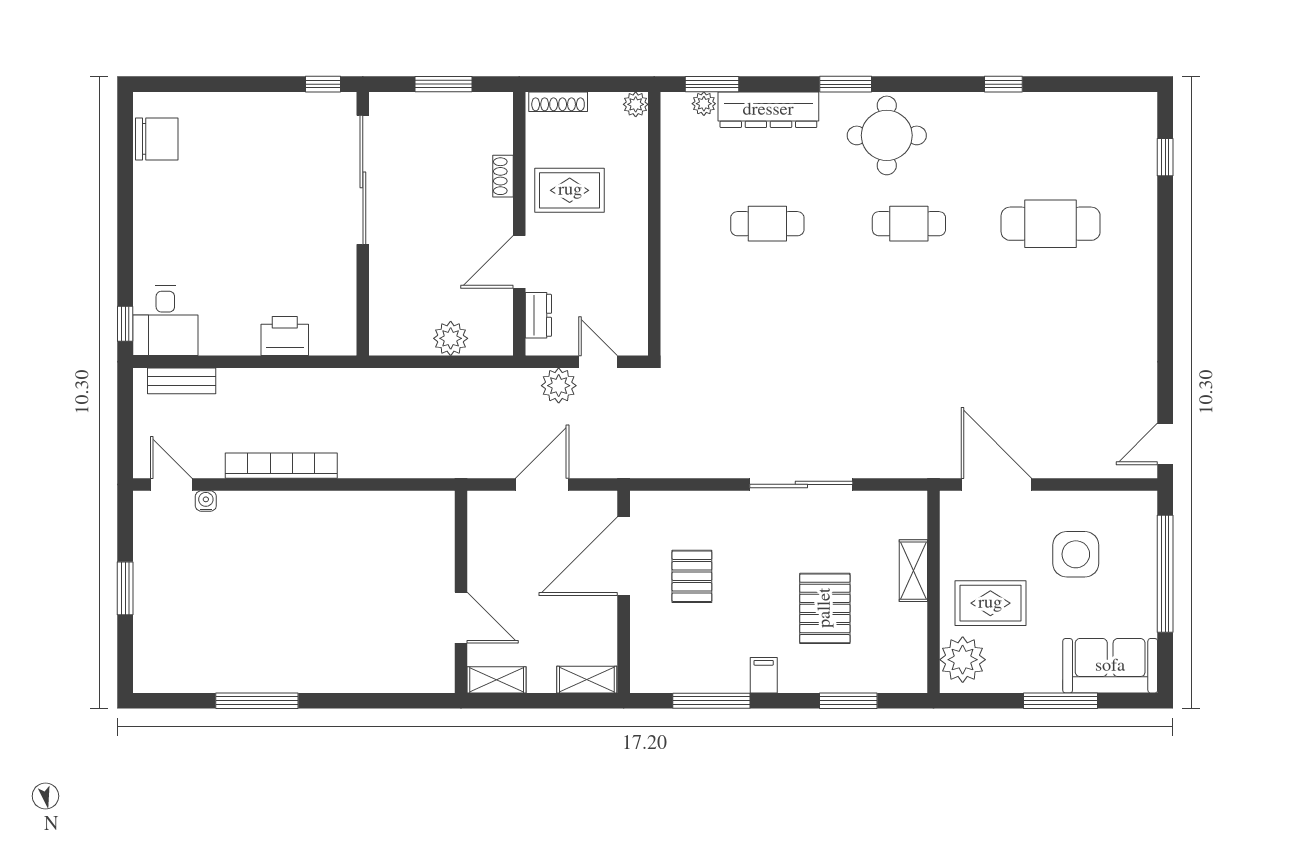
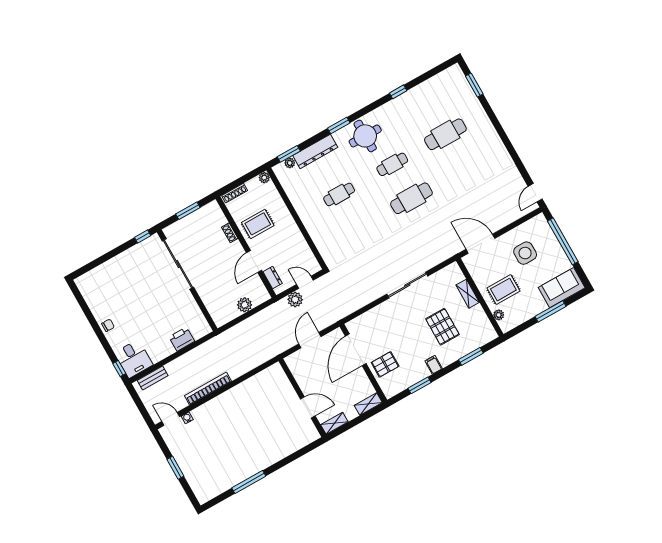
chair: (157, 139) -> (108, 325), moved, width x0.54, depth x0.54
window: (1165, 157) -> (474, 85), width x1.50
cafe table: (909, 314) -> (411, 198), added
pallet: (692, 576) -> (385, 364), moved, turned 90
plant: (963, 660) -> (499, 315), width x0.53, depth x0.53
window: (711, 701) -> (419, 385), width x0.69

